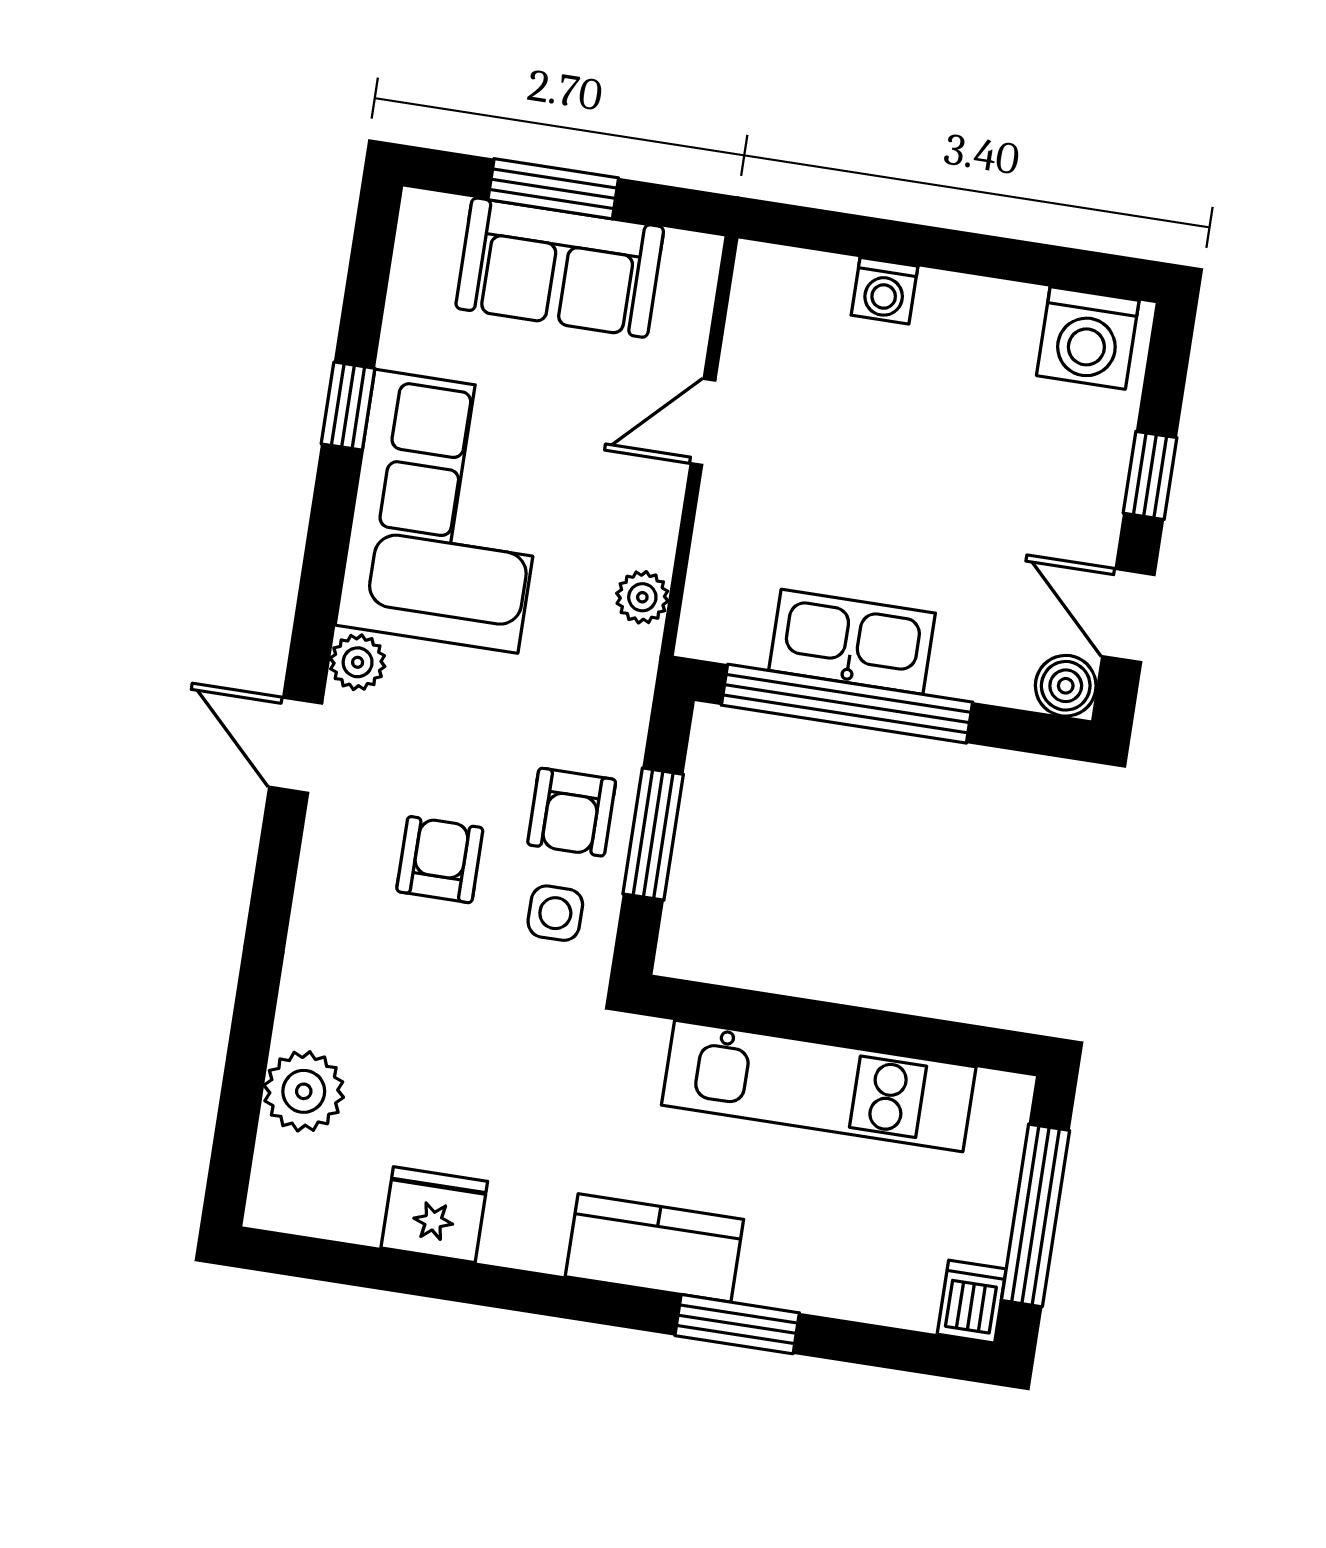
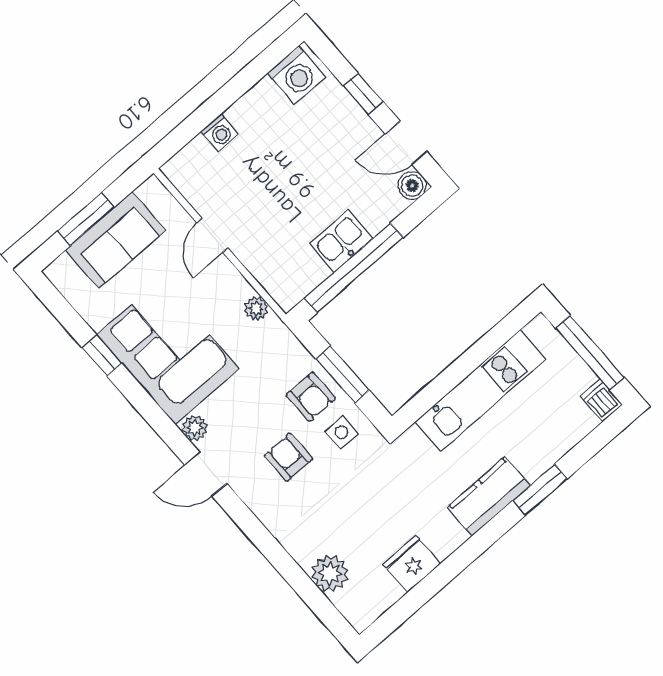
kitchen sink: (852, 642) -> (341, 241), width x0.73

